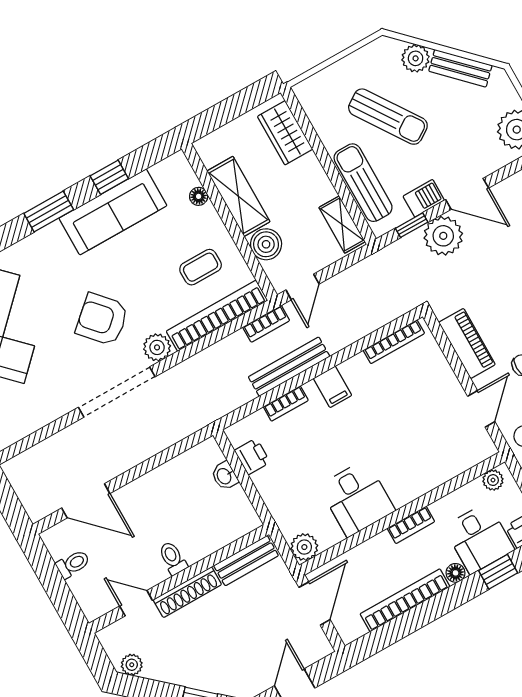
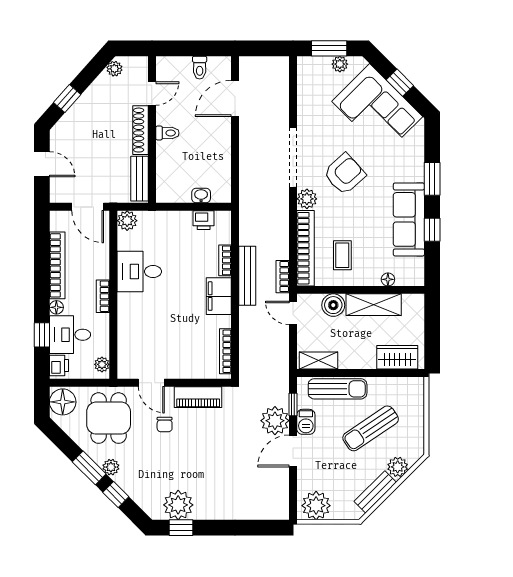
filing cabinet: (333, 387) -> (219, 296), width x2.00

